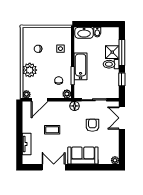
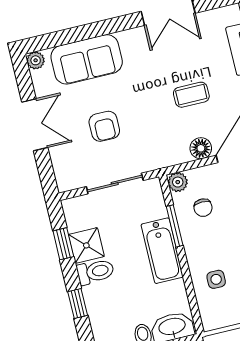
shower: (112, 52) -> (86, 245), moved
window: (122, 52) -> (78, 304), width x0.46
floor lamp: (75, 106) -> (201, 148), moved
double door: (122, 118) -> (35, 125), moved
sofa: (83, 155) -> (87, 59), moved

